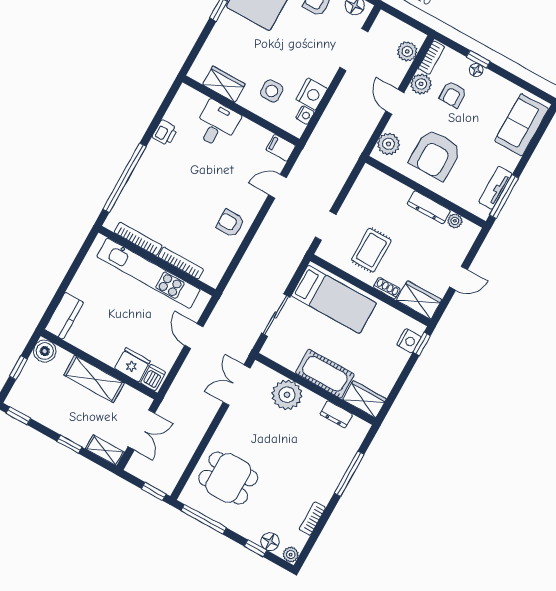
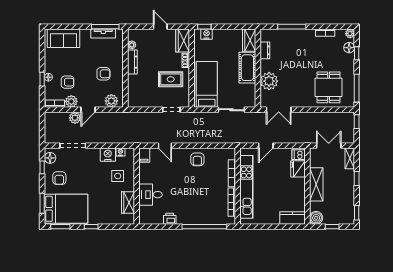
plant: (407, 51) -> (75, 118), moved
armchair: (435, 155) -> (103, 74), width x0.53, depth x0.53

